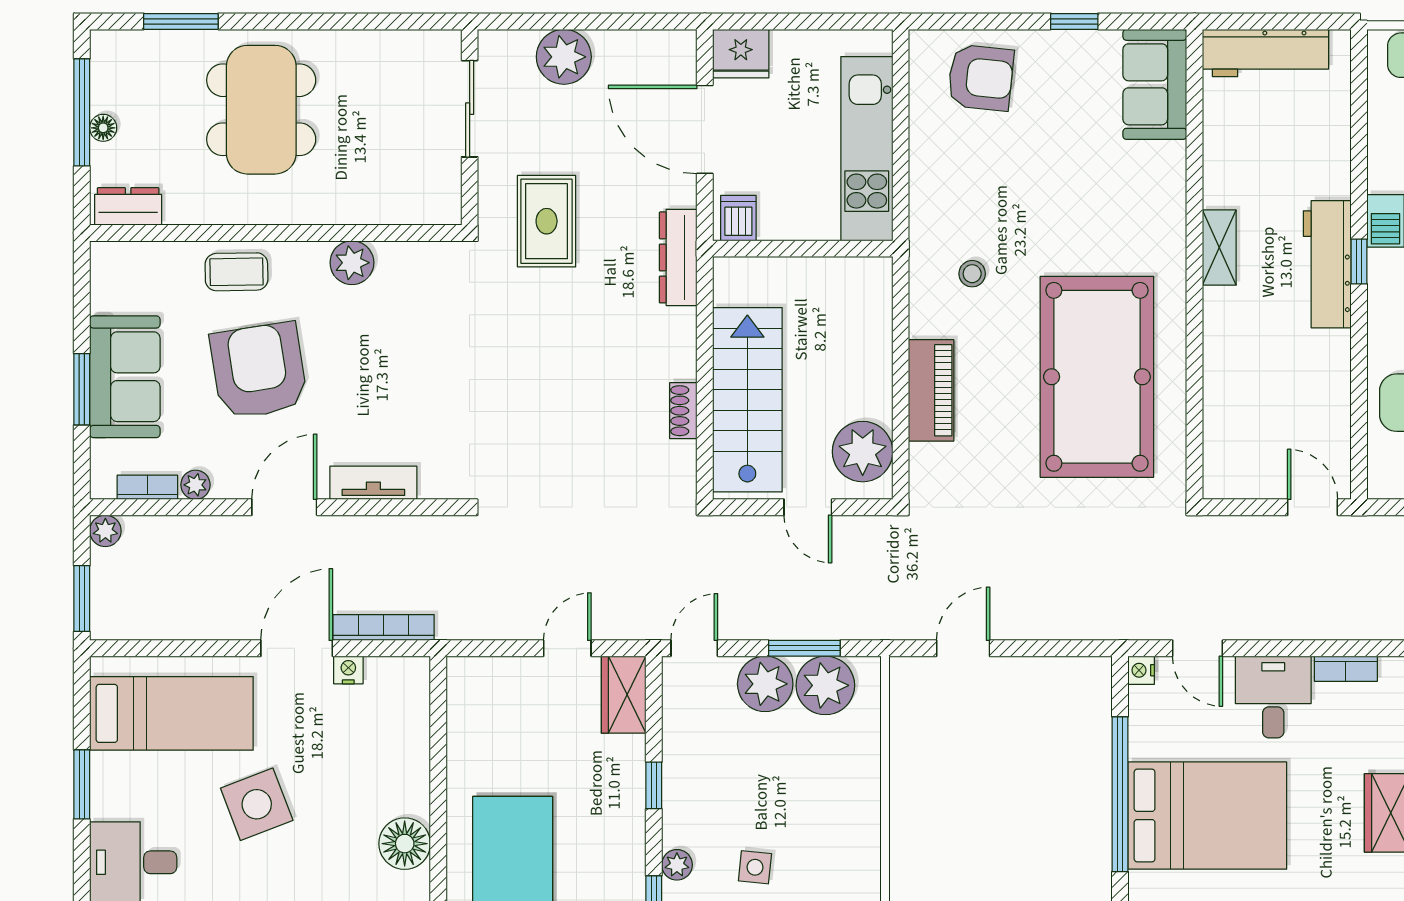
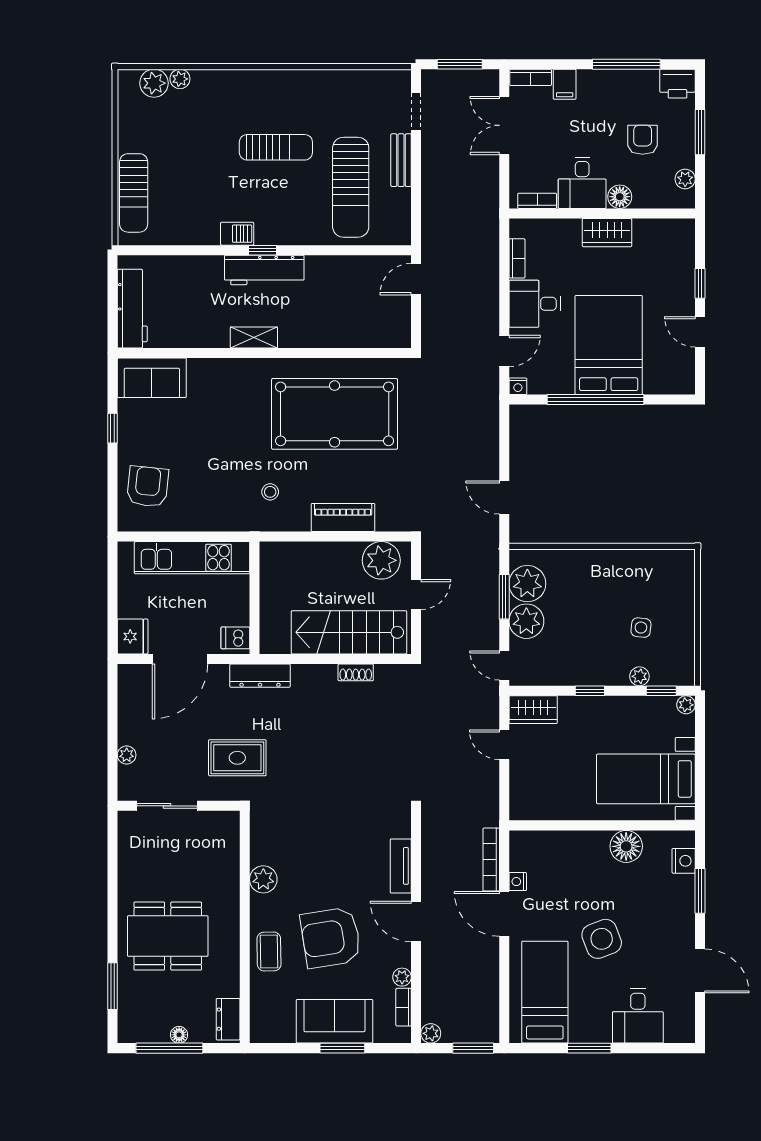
plant: (564, 57) -> (127, 755), width x0.53, depth x0.53

